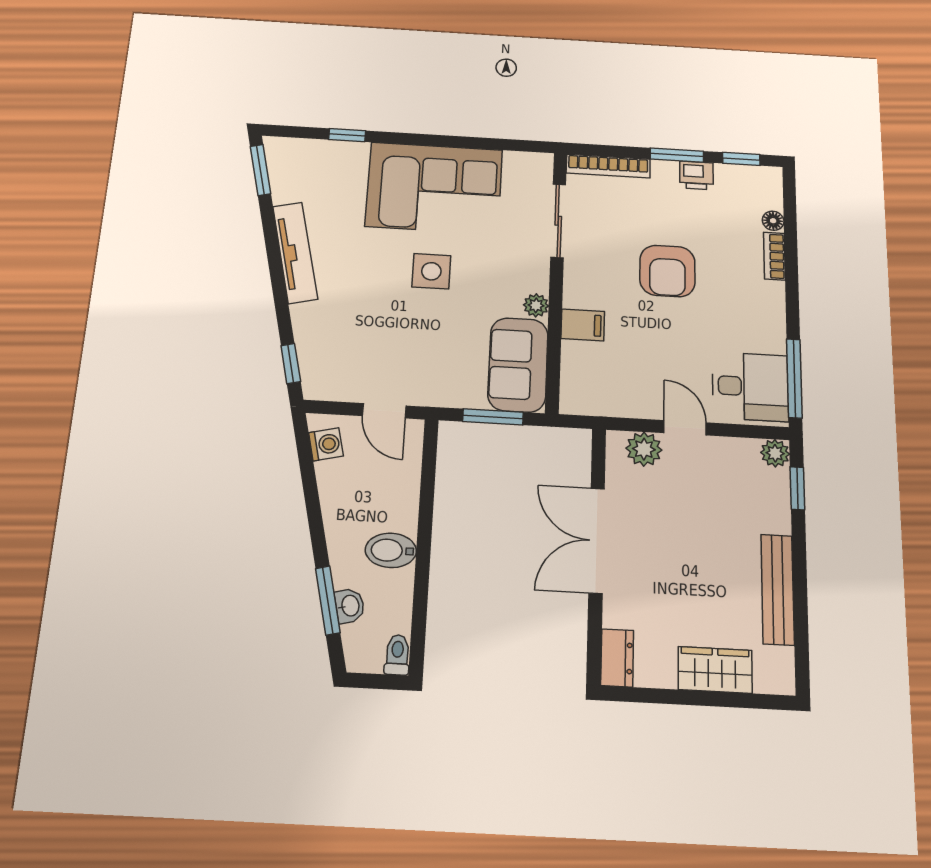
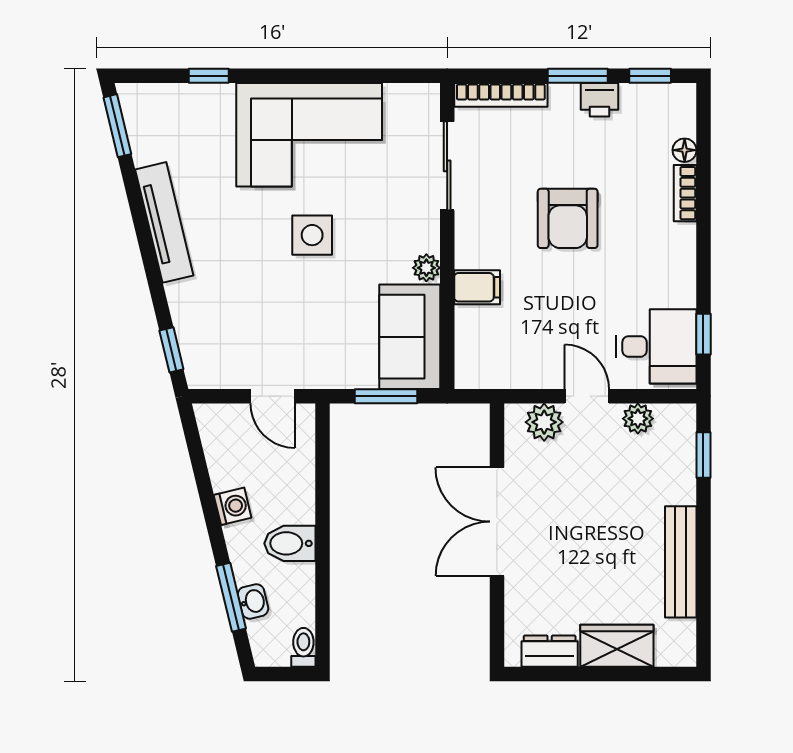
window: (794, 378) -> (703, 334), width x0.46
washing machine: (326, 444) -> (233, 506), moved
plant: (775, 453) -> (638, 419), moved
dresser: (617, 658) -> (550, 651), moved, turned -90

